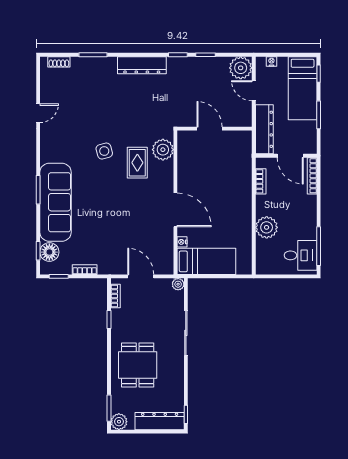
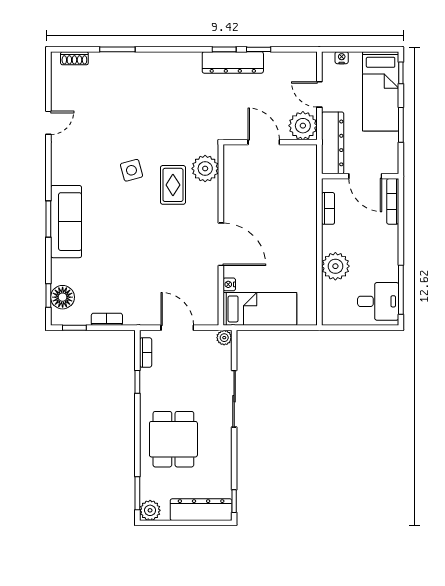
dresser: (142, 65) -> (233, 62), moved
plant: (241, 68) -> (303, 126), moved
sofa: (56, 202) -> (66, 222), width x0.74, depth x0.79

